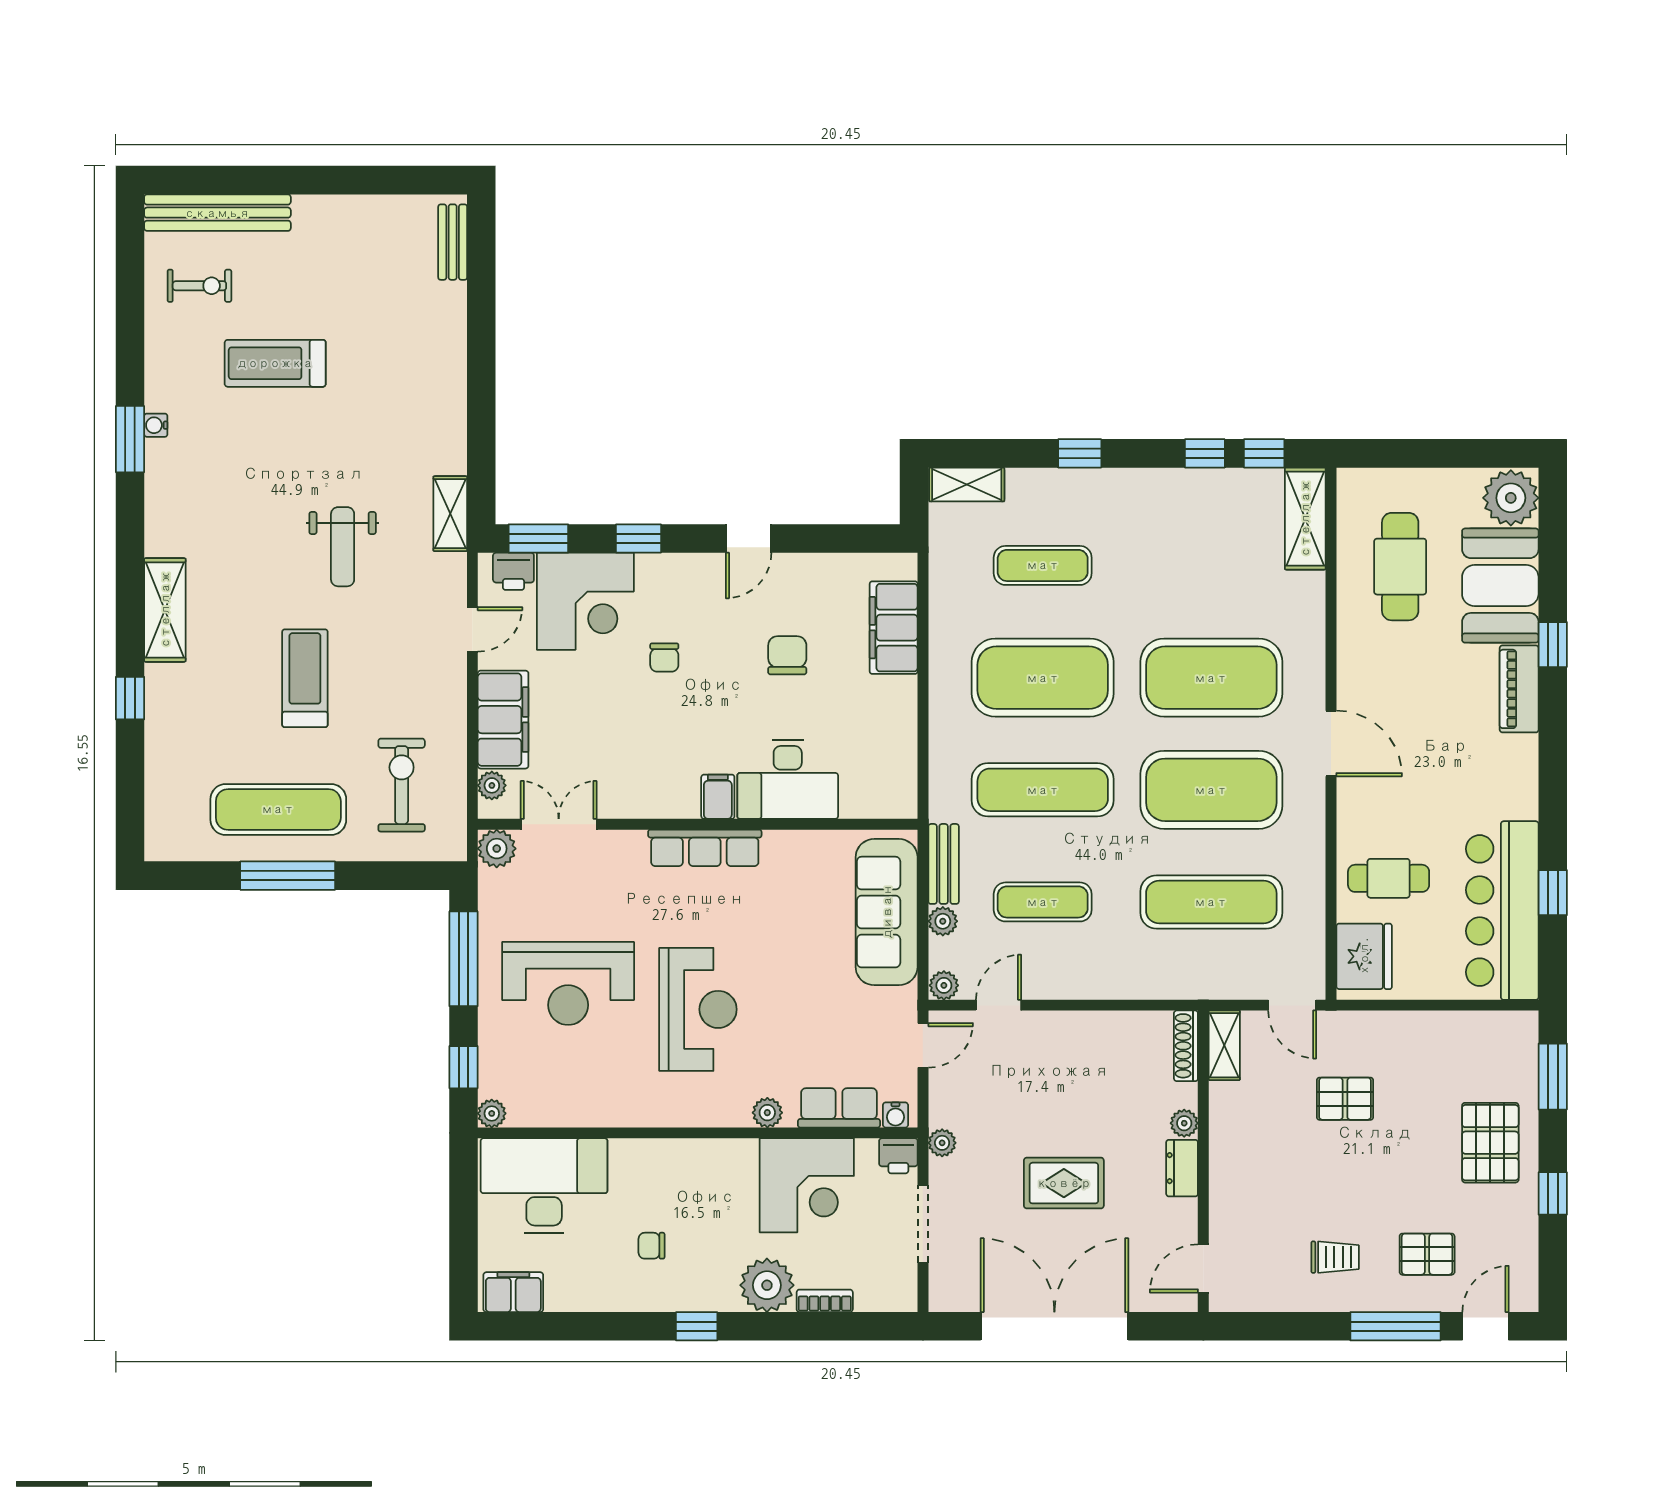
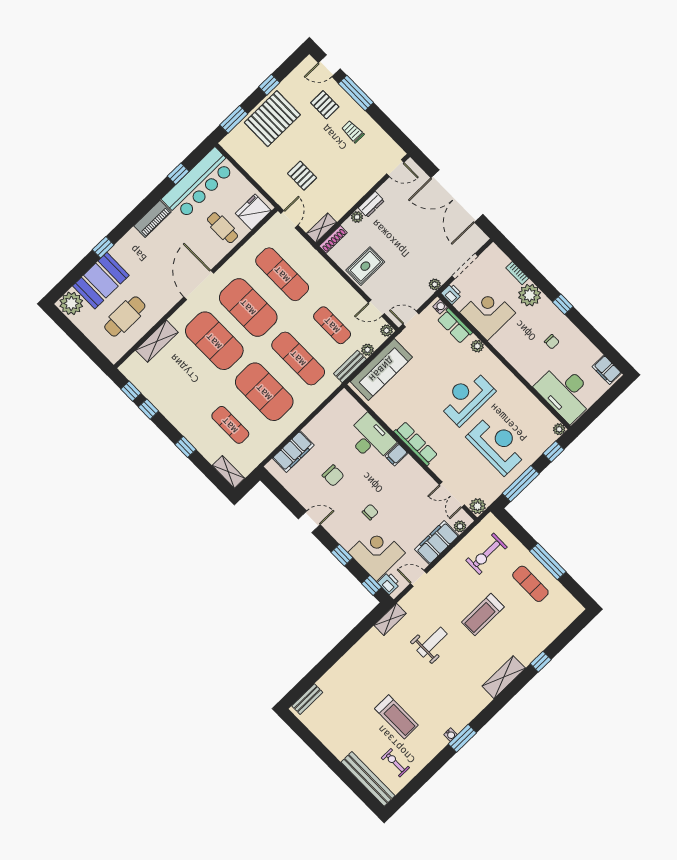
shelving: (1305, 519) -> (157, 341), moved
window: (538, 539) -> (372, 585), width x0.67
chair: (787, 655) -> (333, 476), turned -90
piano: (1519, 689) -> (153, 219), moved
door: (1331, 743) -> (199, 285), width x1.36
exercise mat: (278, 809) -> (530, 584), width x0.73, depth x0.69
pallet: (1490, 1143) -> (272, 119), width x1.37, depth x1.41
rug: (1064, 1183) -> (365, 266), moved, turned 90

